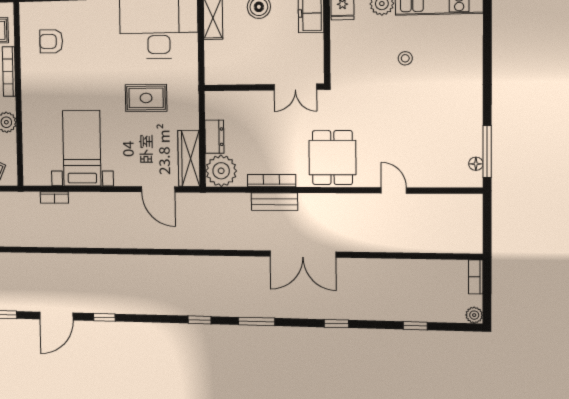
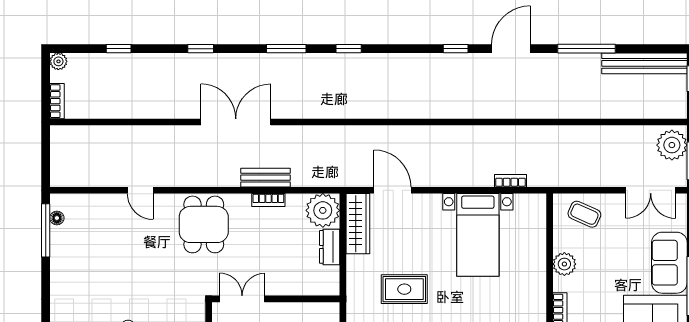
bookcase: (272, 181) -> (268, 200), width x0.64

